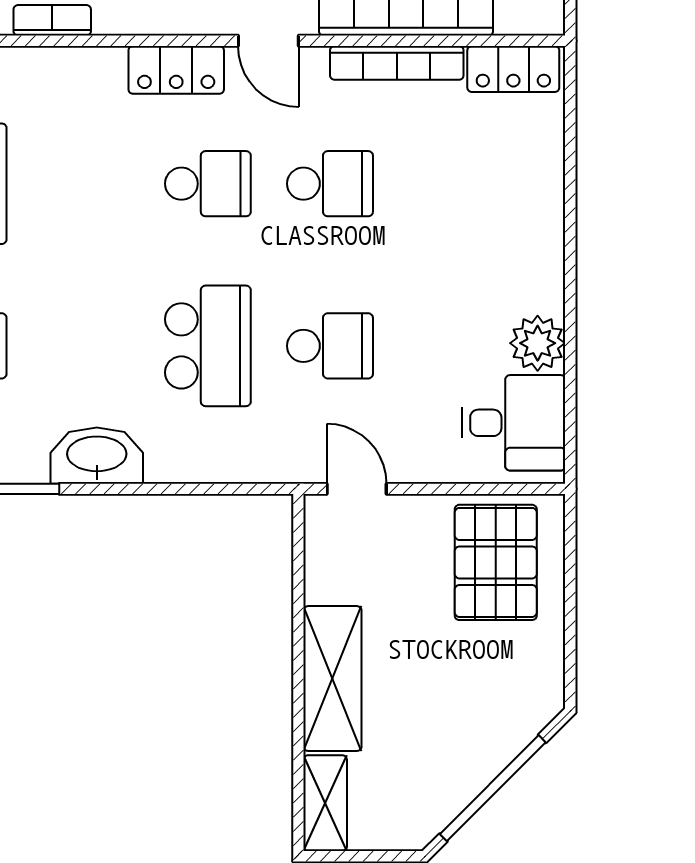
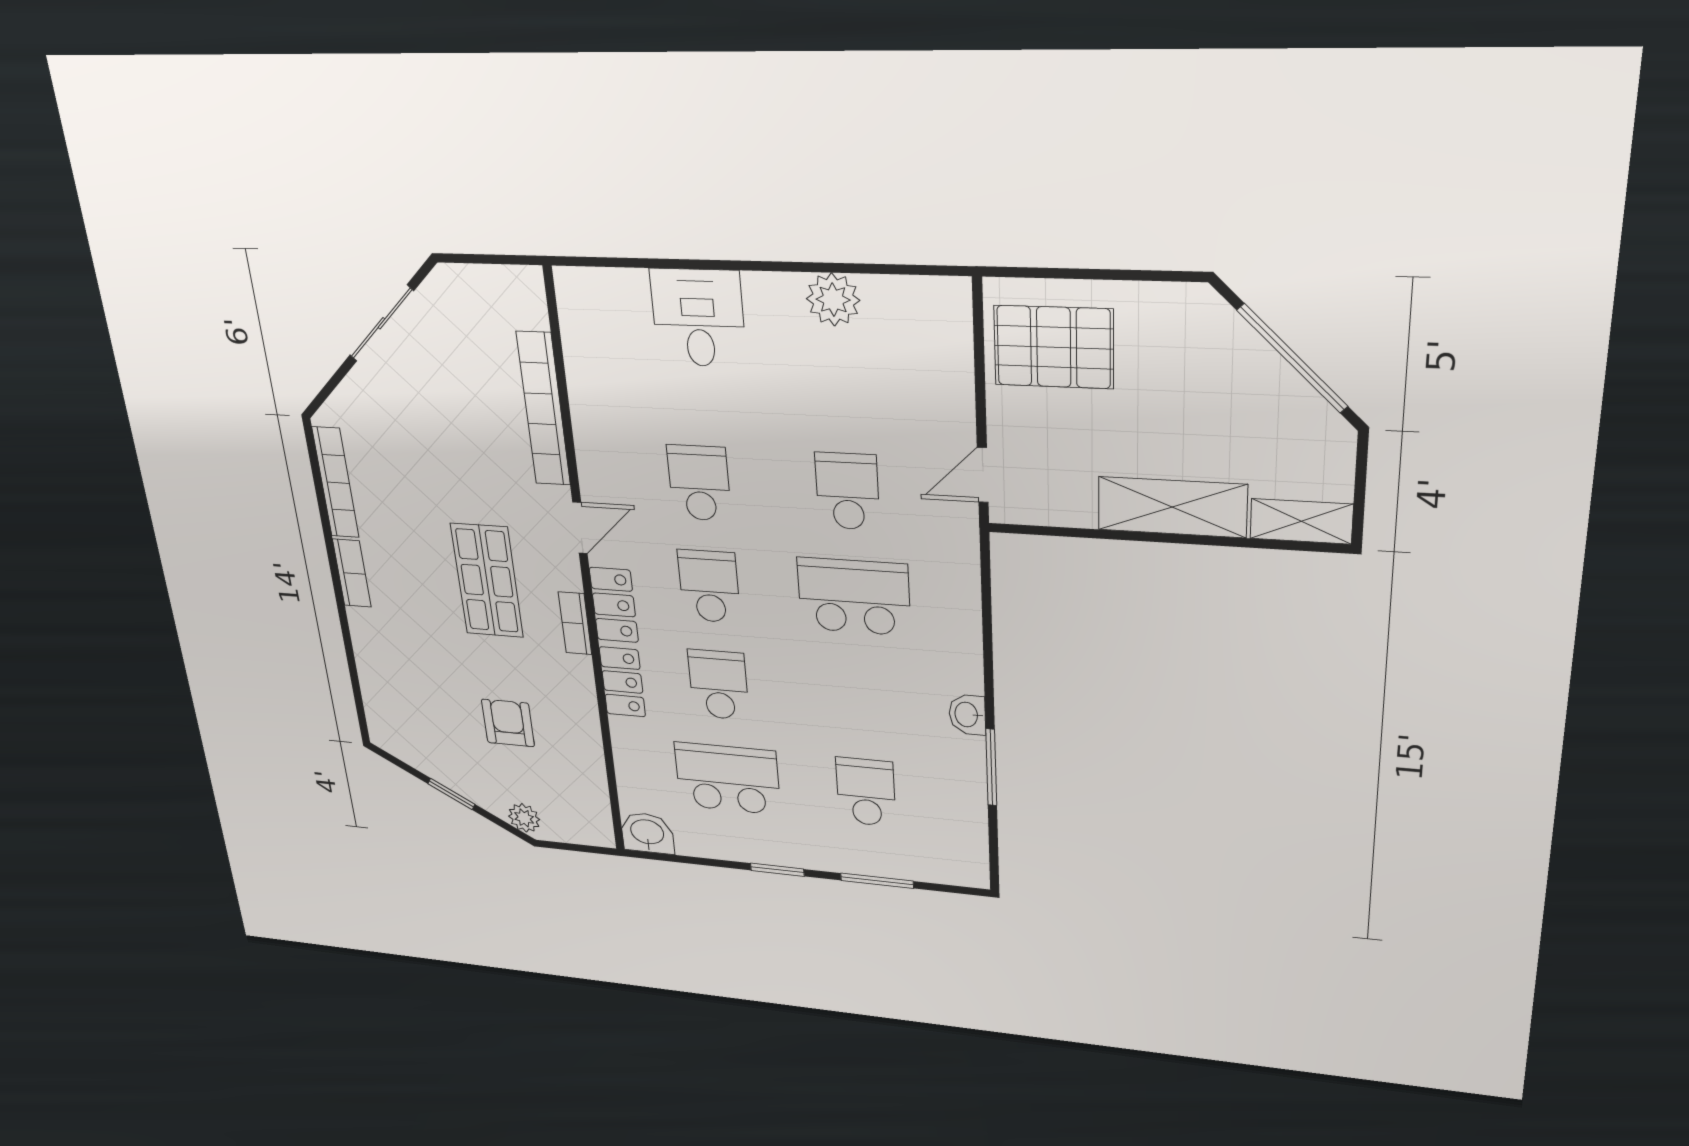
bookcase: (52, 20) -> (575, 623), moved
bookcase: (397, 63) -> (586, 419), removed
locker: (513, 69) -> (622, 682), moved
school desk: (86, 184) -> (718, 685), added
desk: (514, 423) -> (698, 318), moved
washbasin: (97, 456) -> (967, 715), width x0.52, depth x0.69

